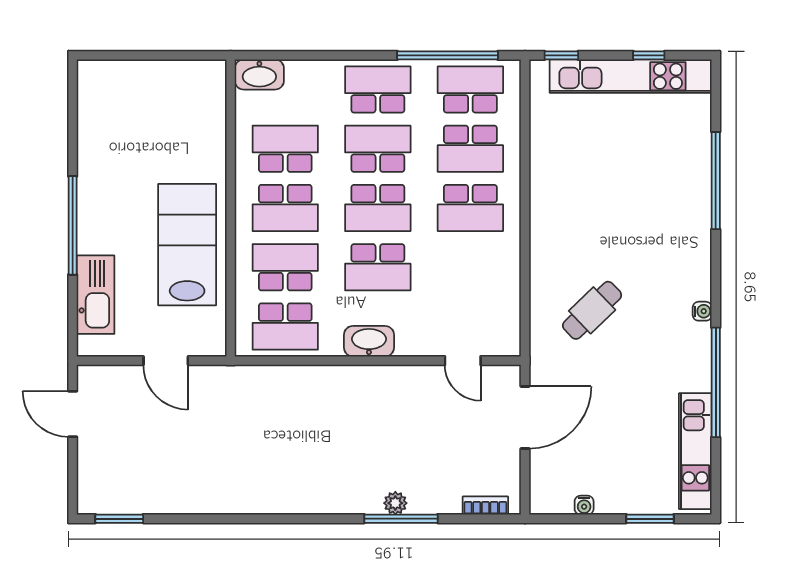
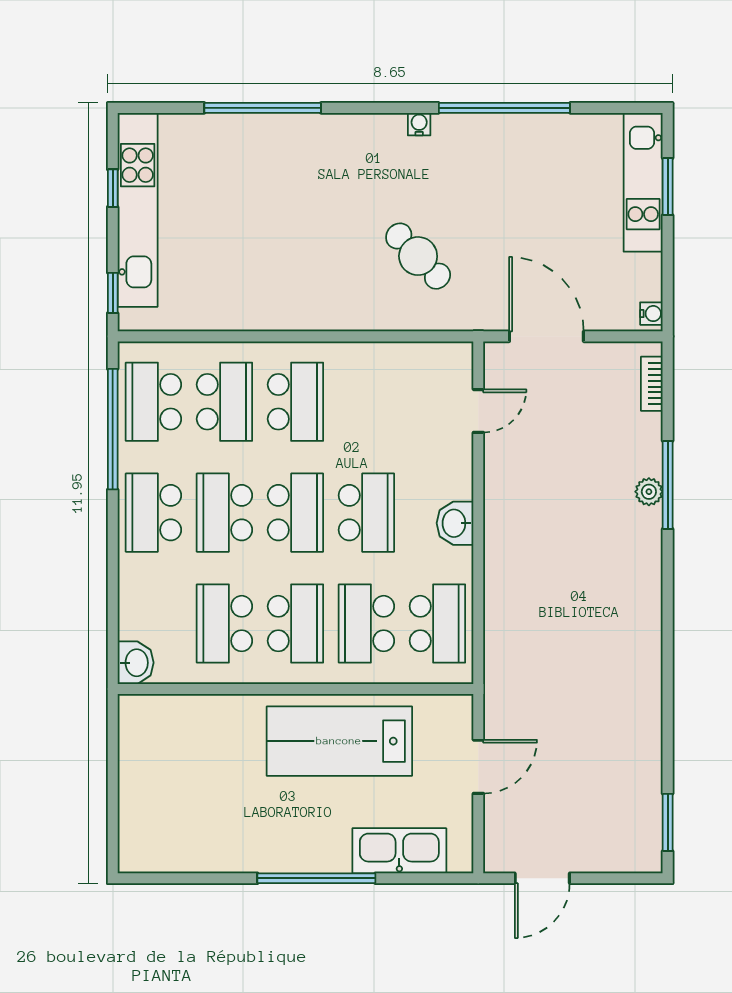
washbasin: (259, 75) -> (136, 663), width x0.72
washbasin: (369, 341) -> (455, 523), width x0.72
kitchen unit: (695, 451) -> (643, 182), moved, turned 90
water cooler: (584, 505) -> (651, 314), moved

